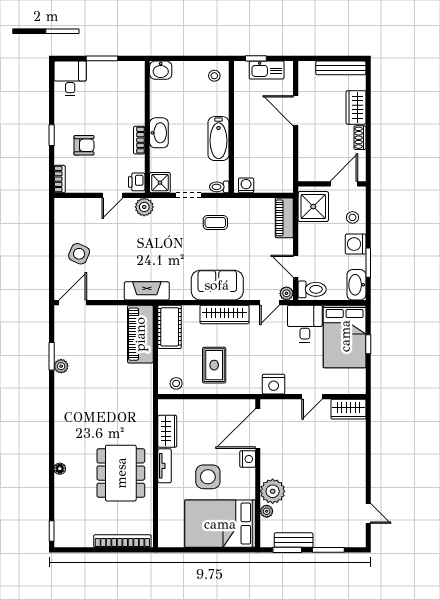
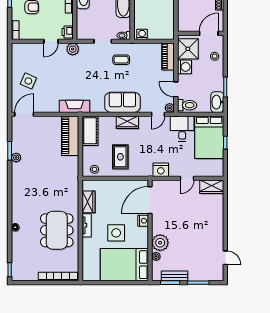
shower: (160, 183) -> (83, 33), removed
washing machine: (356, 244) -> (184, 67), moved, turned 180
wardrobe: (225, 314) -> (127, 122), width x0.67

